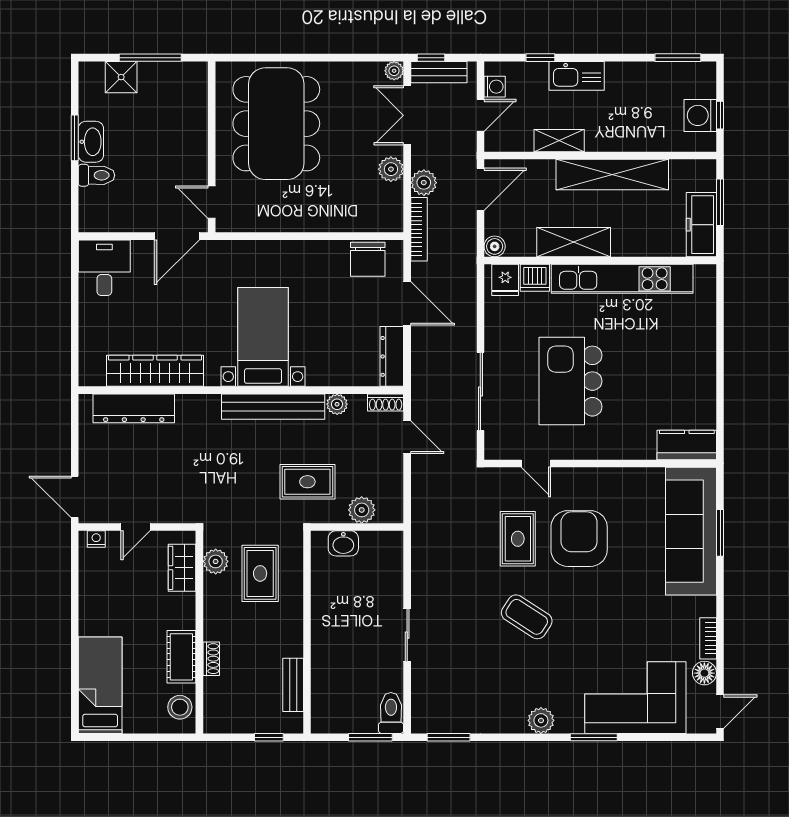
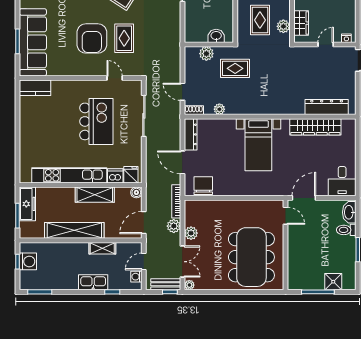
washbasin: (91, 142) -> (349, 212), moved
bench: (273, 407) -> (253, 108), removed

